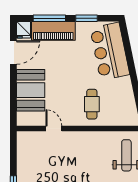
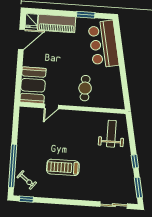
window: (49, 18) -> (54, 13), removed
booth: (31, 90) -> (33, 85), moved
door: (54, 129) -> (51, 107), swing flipped

